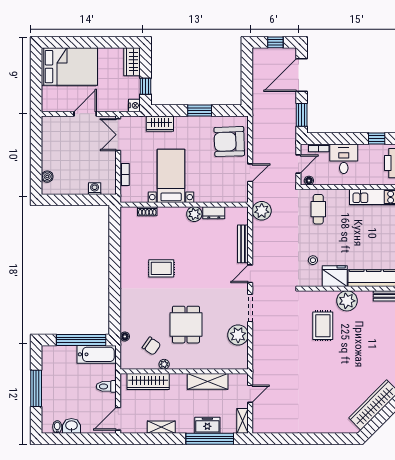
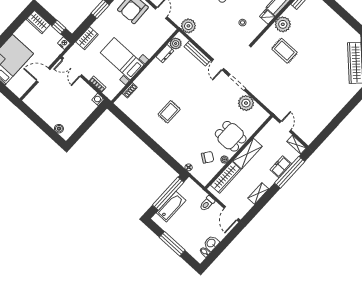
door: (85, 114) -> (43, 75), hinge flipped
washing machine: (95, 189) -> (98, 99), moved
plant: (194, 214) -> (176, 43), moved
fridge: (335, 276) -> (267, 17), width x0.53, depth x0.75
dining table: (186, 325) -> (231, 136), moved
bathtub: (96, 354) -> (171, 207), moved
shelving: (208, 381) -> (248, 154), moved

